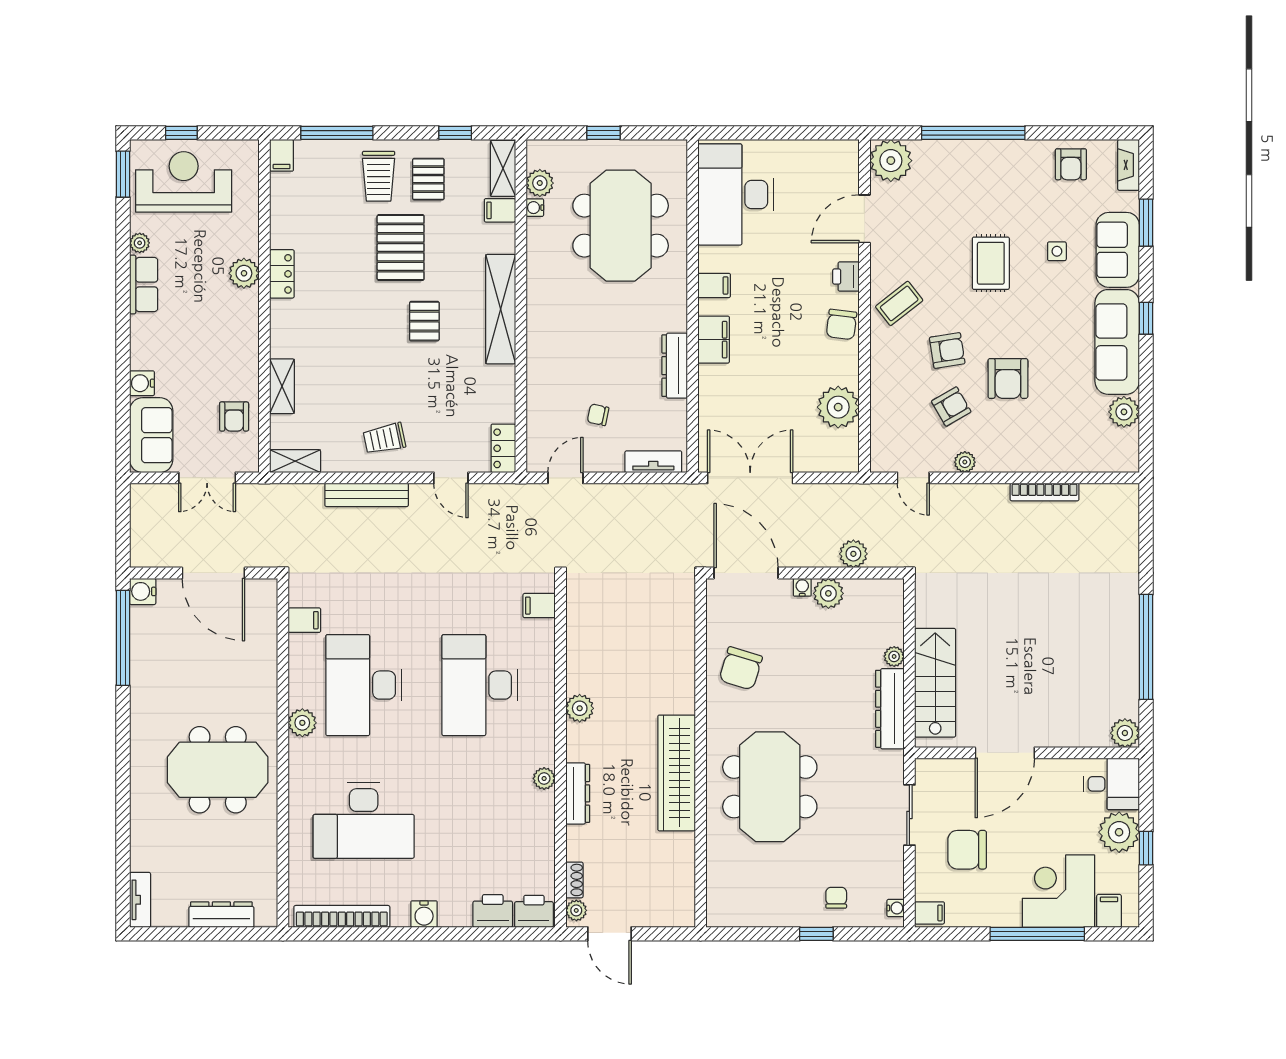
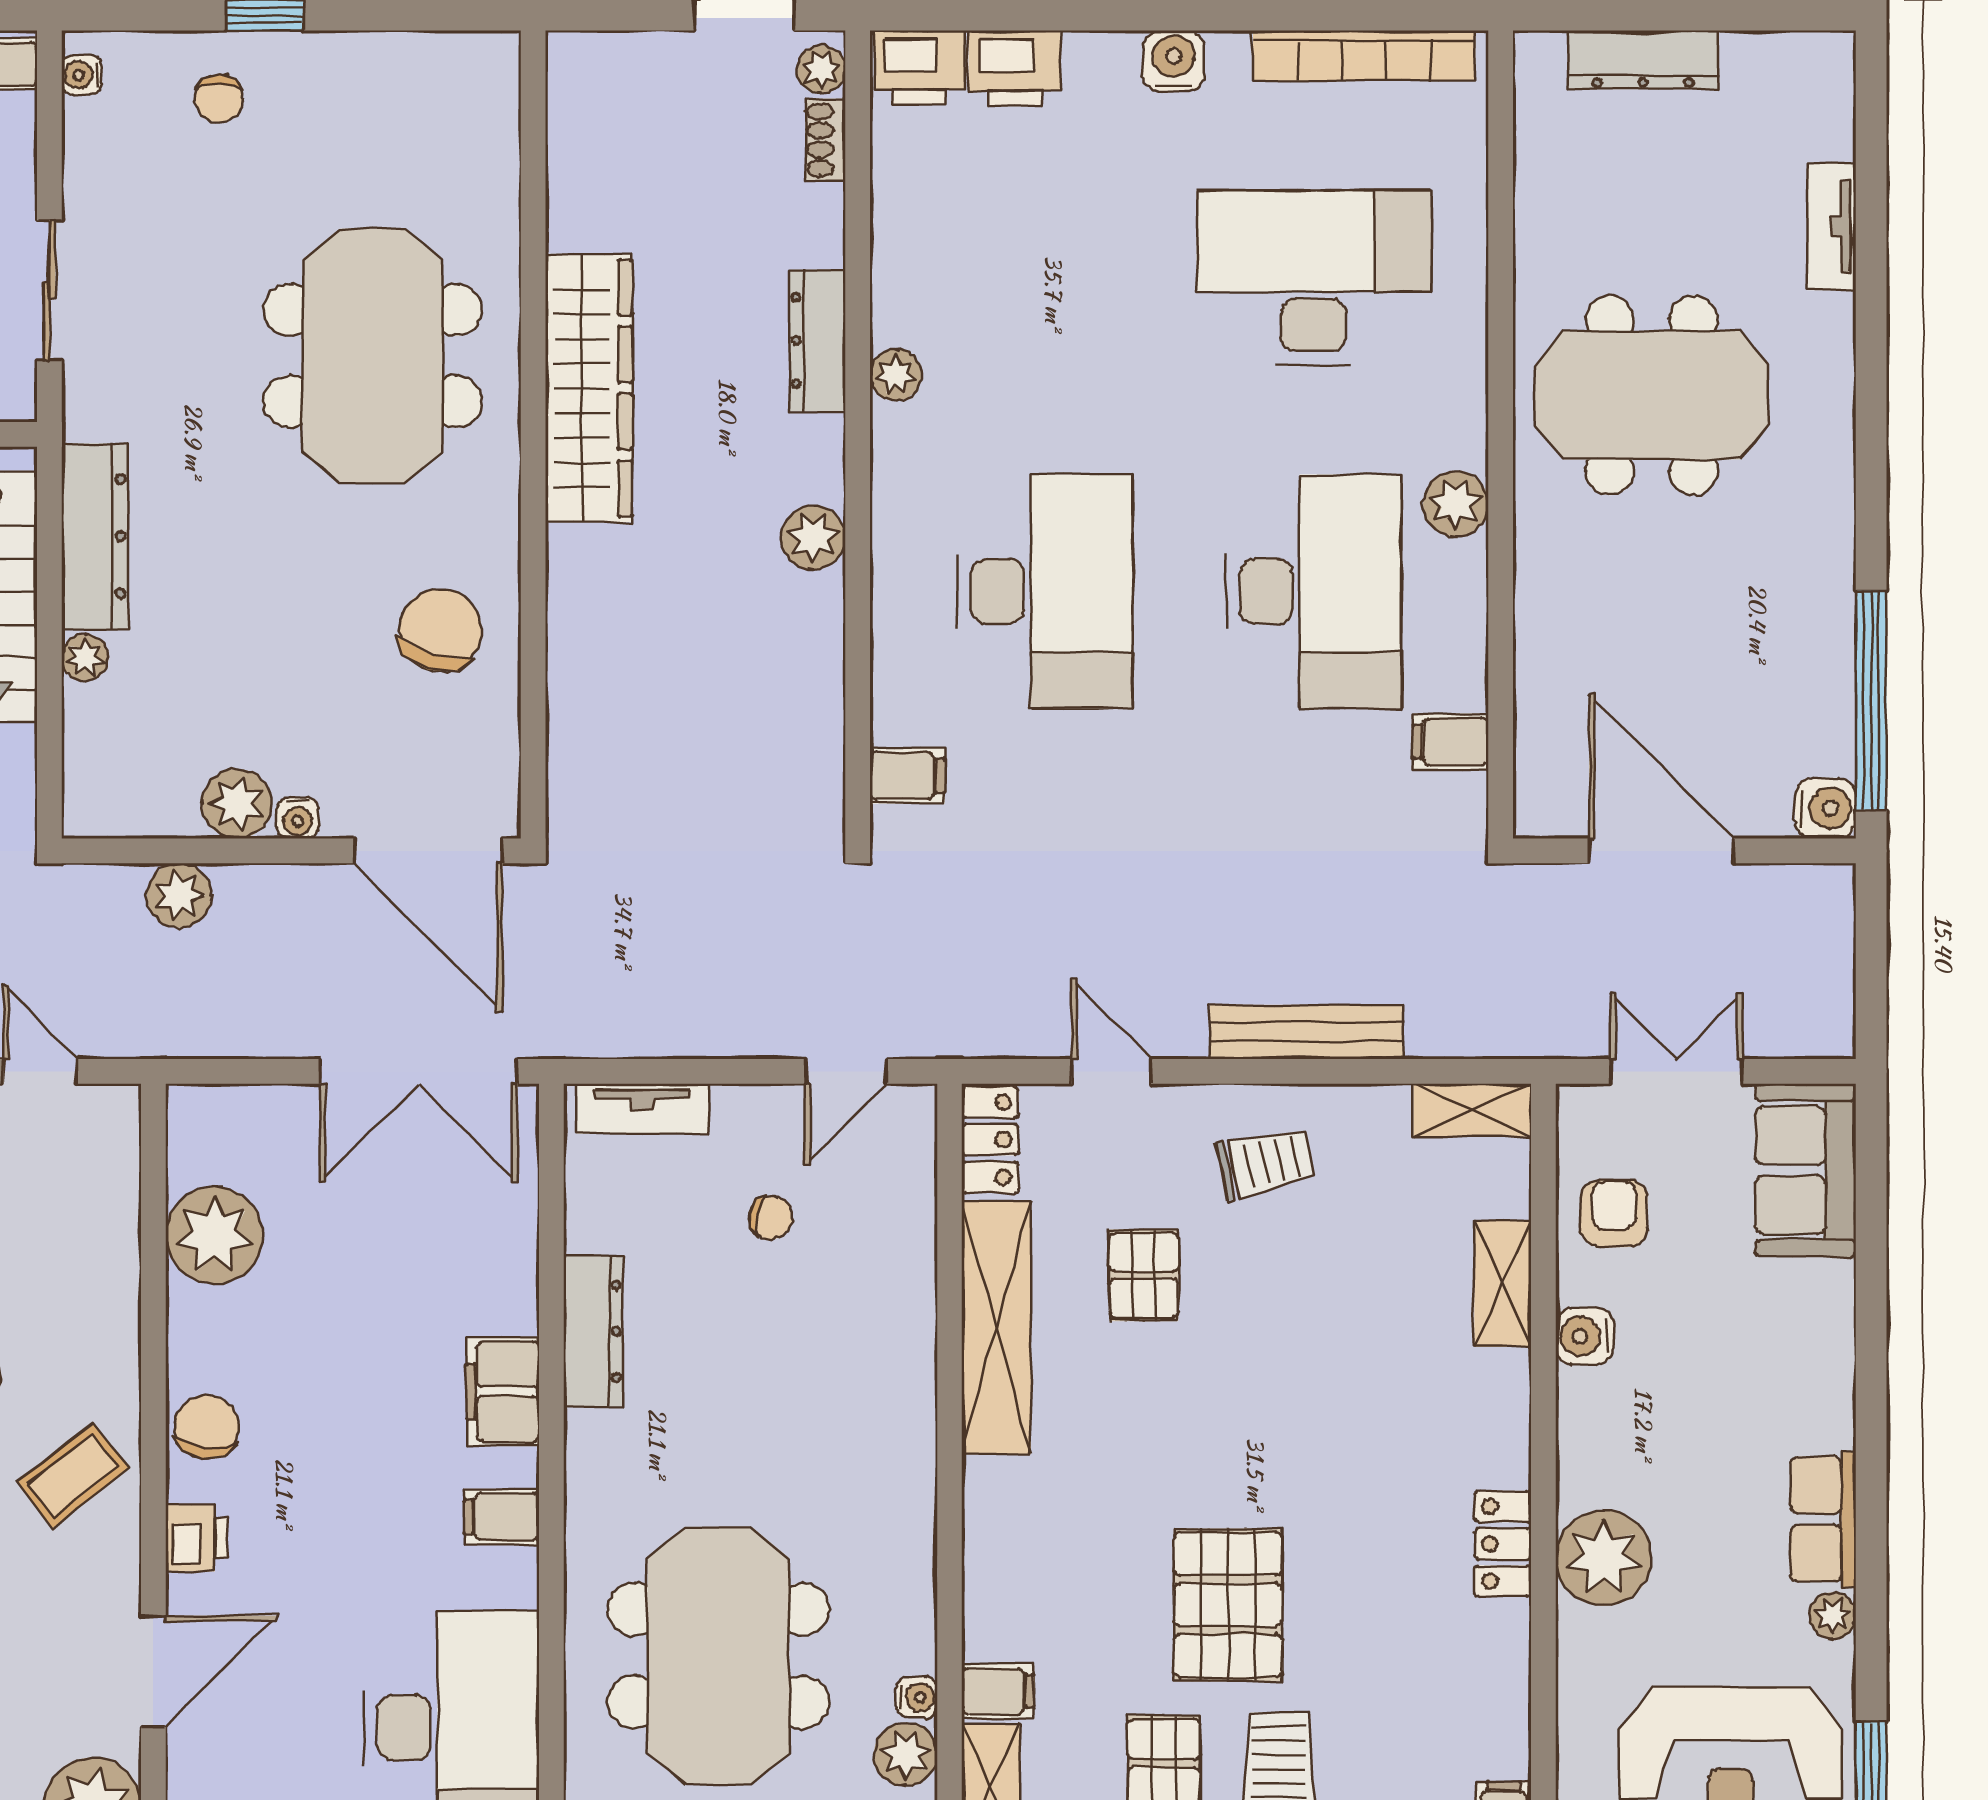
plant: (244, 273) -> (1604, 1558), width x1.36, depth x1.36
shelving: (501, 309) -> (996, 1327), moved
pallet: (424, 321) -> (1144, 1275), moved
water cooler: (142, 383) -> (1584, 1336), moved, turned 180
tv unit: (140, 900) -> (1832, 226), moved

